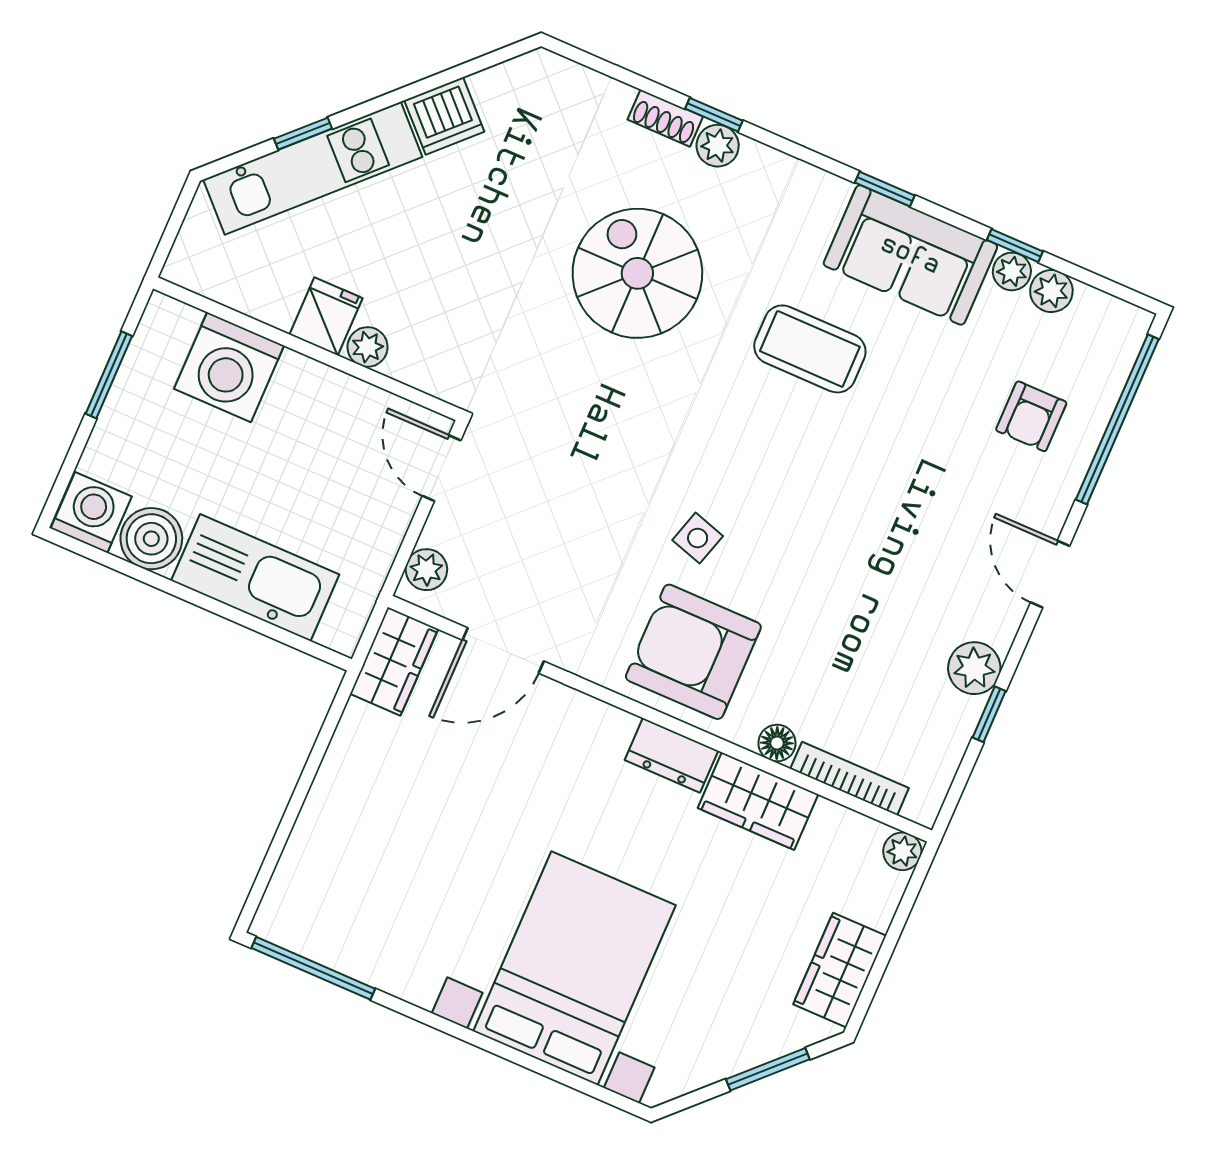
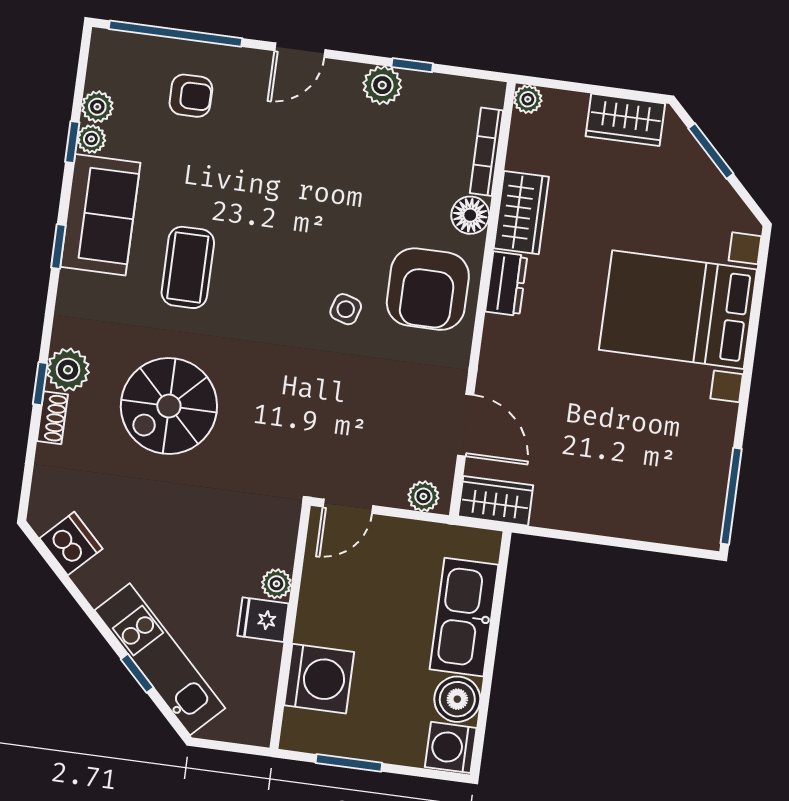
dishwasher: (444, 116) -> (71, 543), moved
plant: (718, 146) -> (68, 370), width x1.38, depth x1.38
floor lamp: (777, 743) -> (470, 215), width x1.37, depth x1.37

